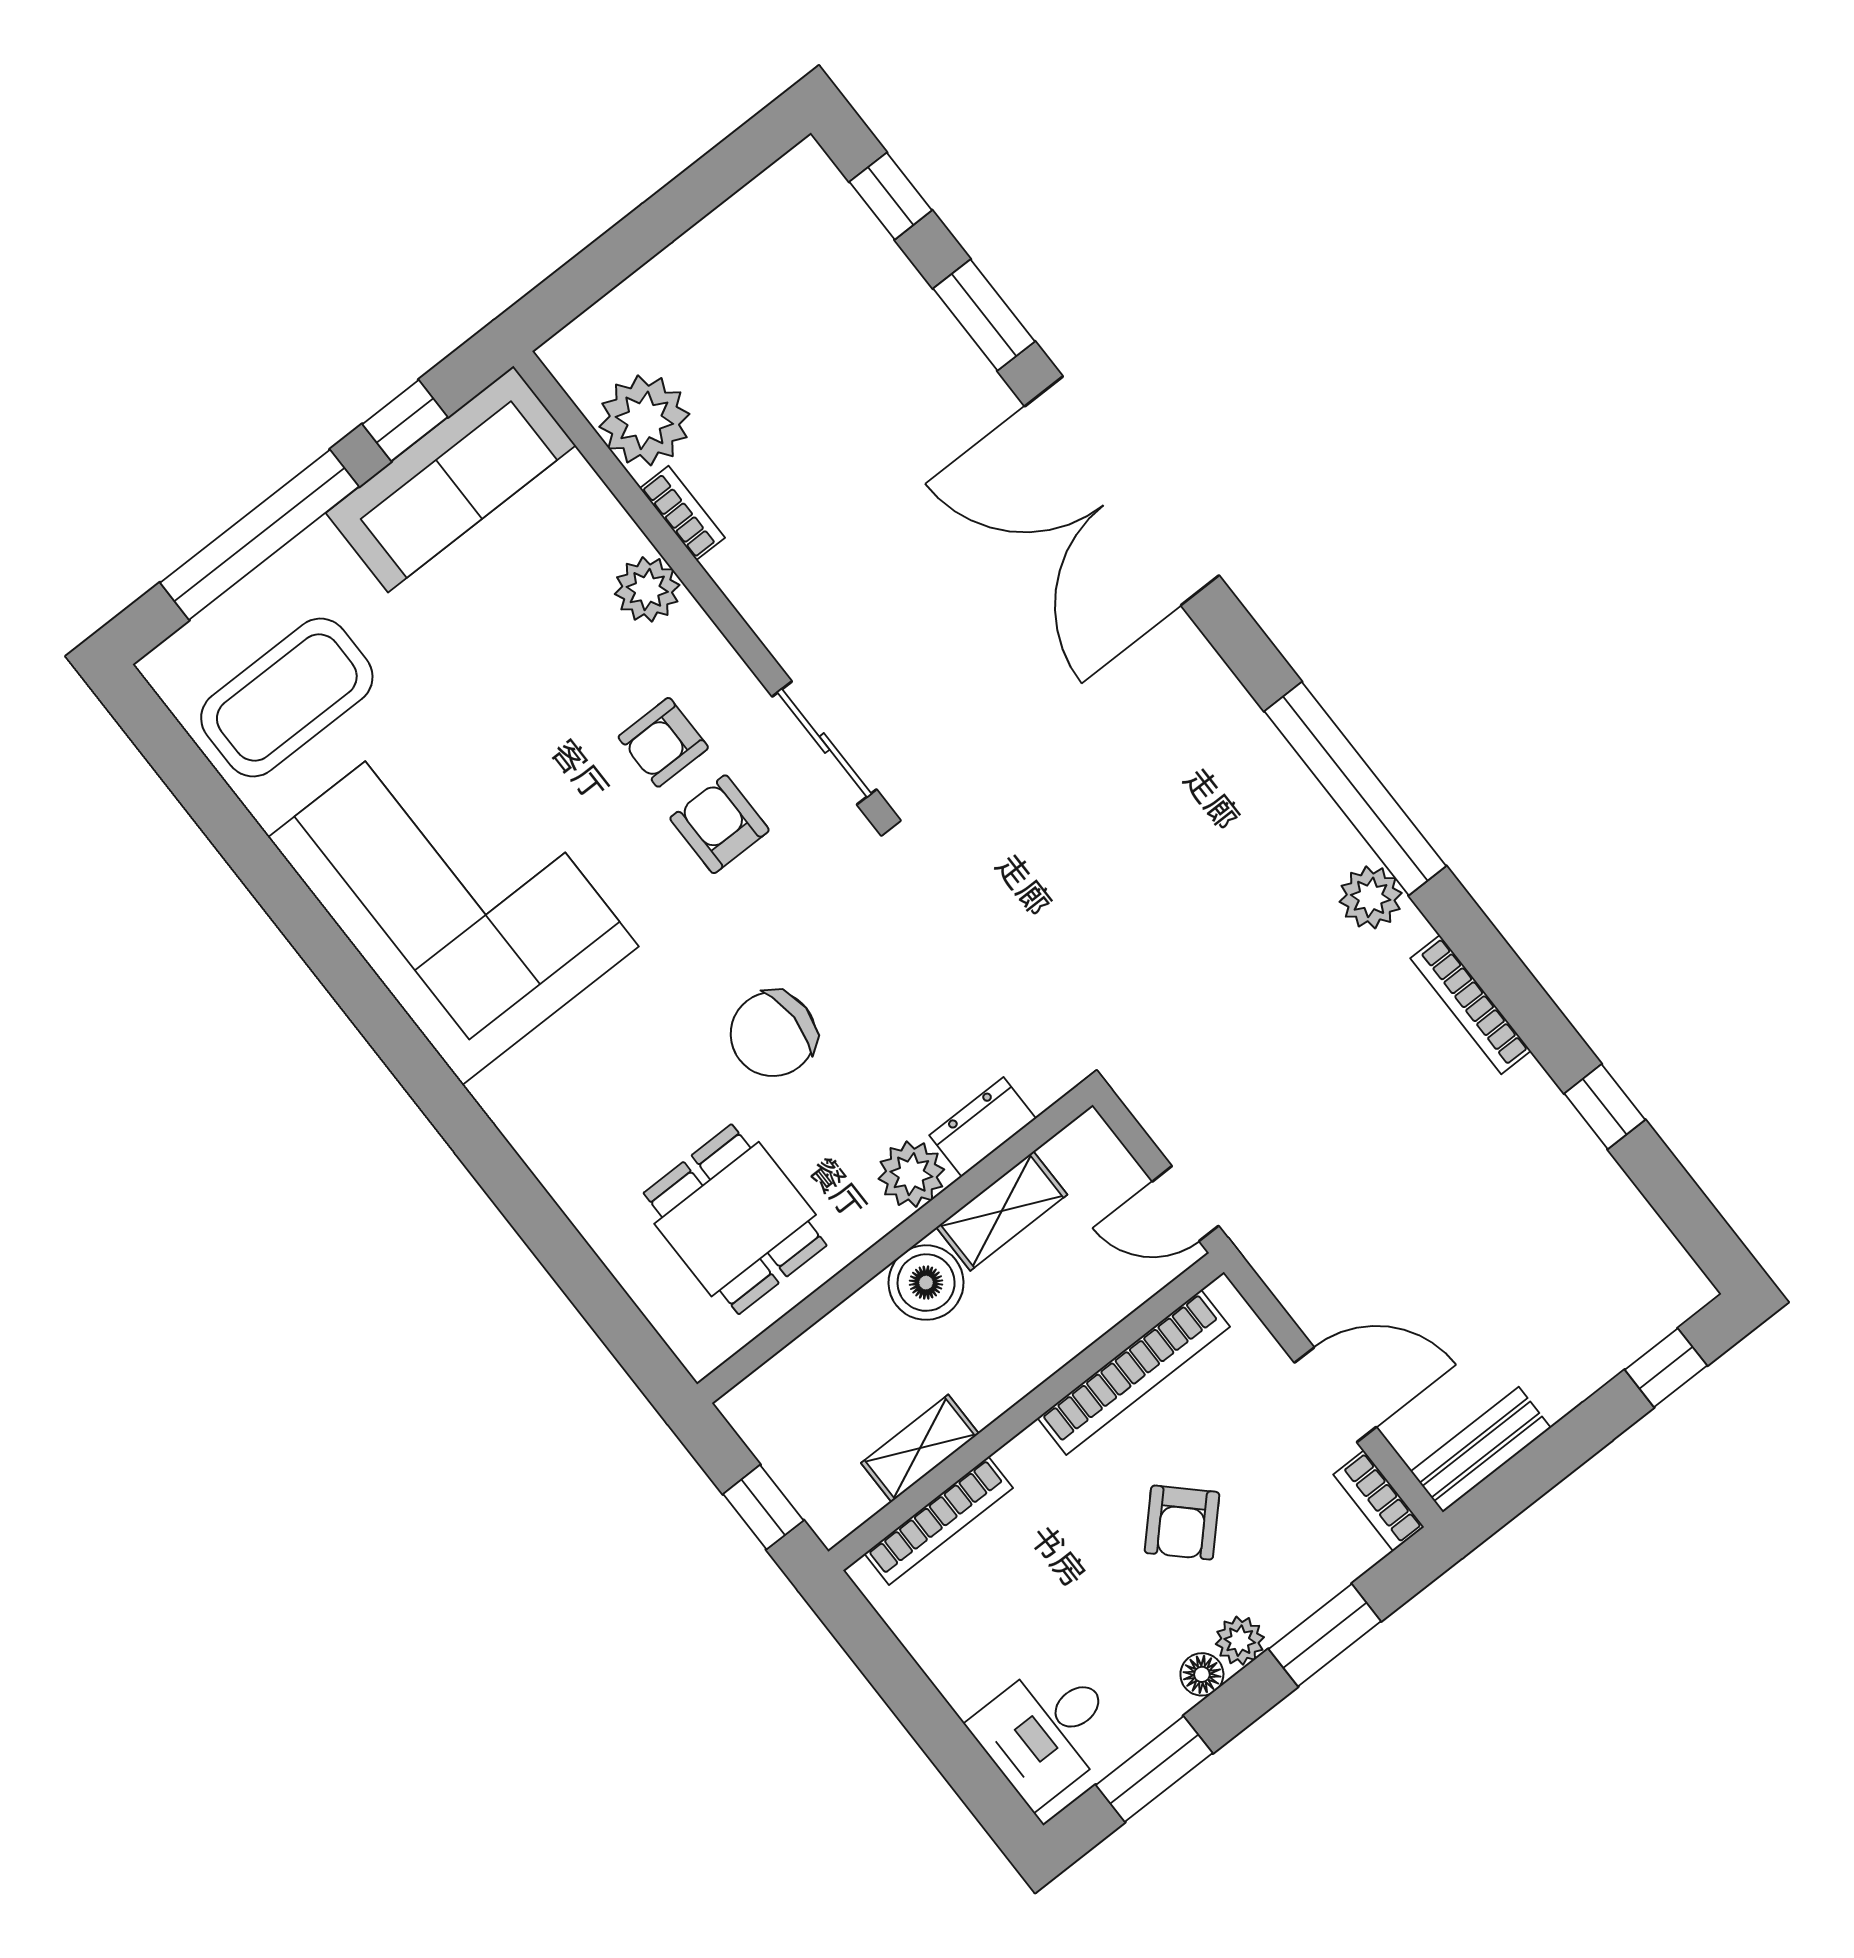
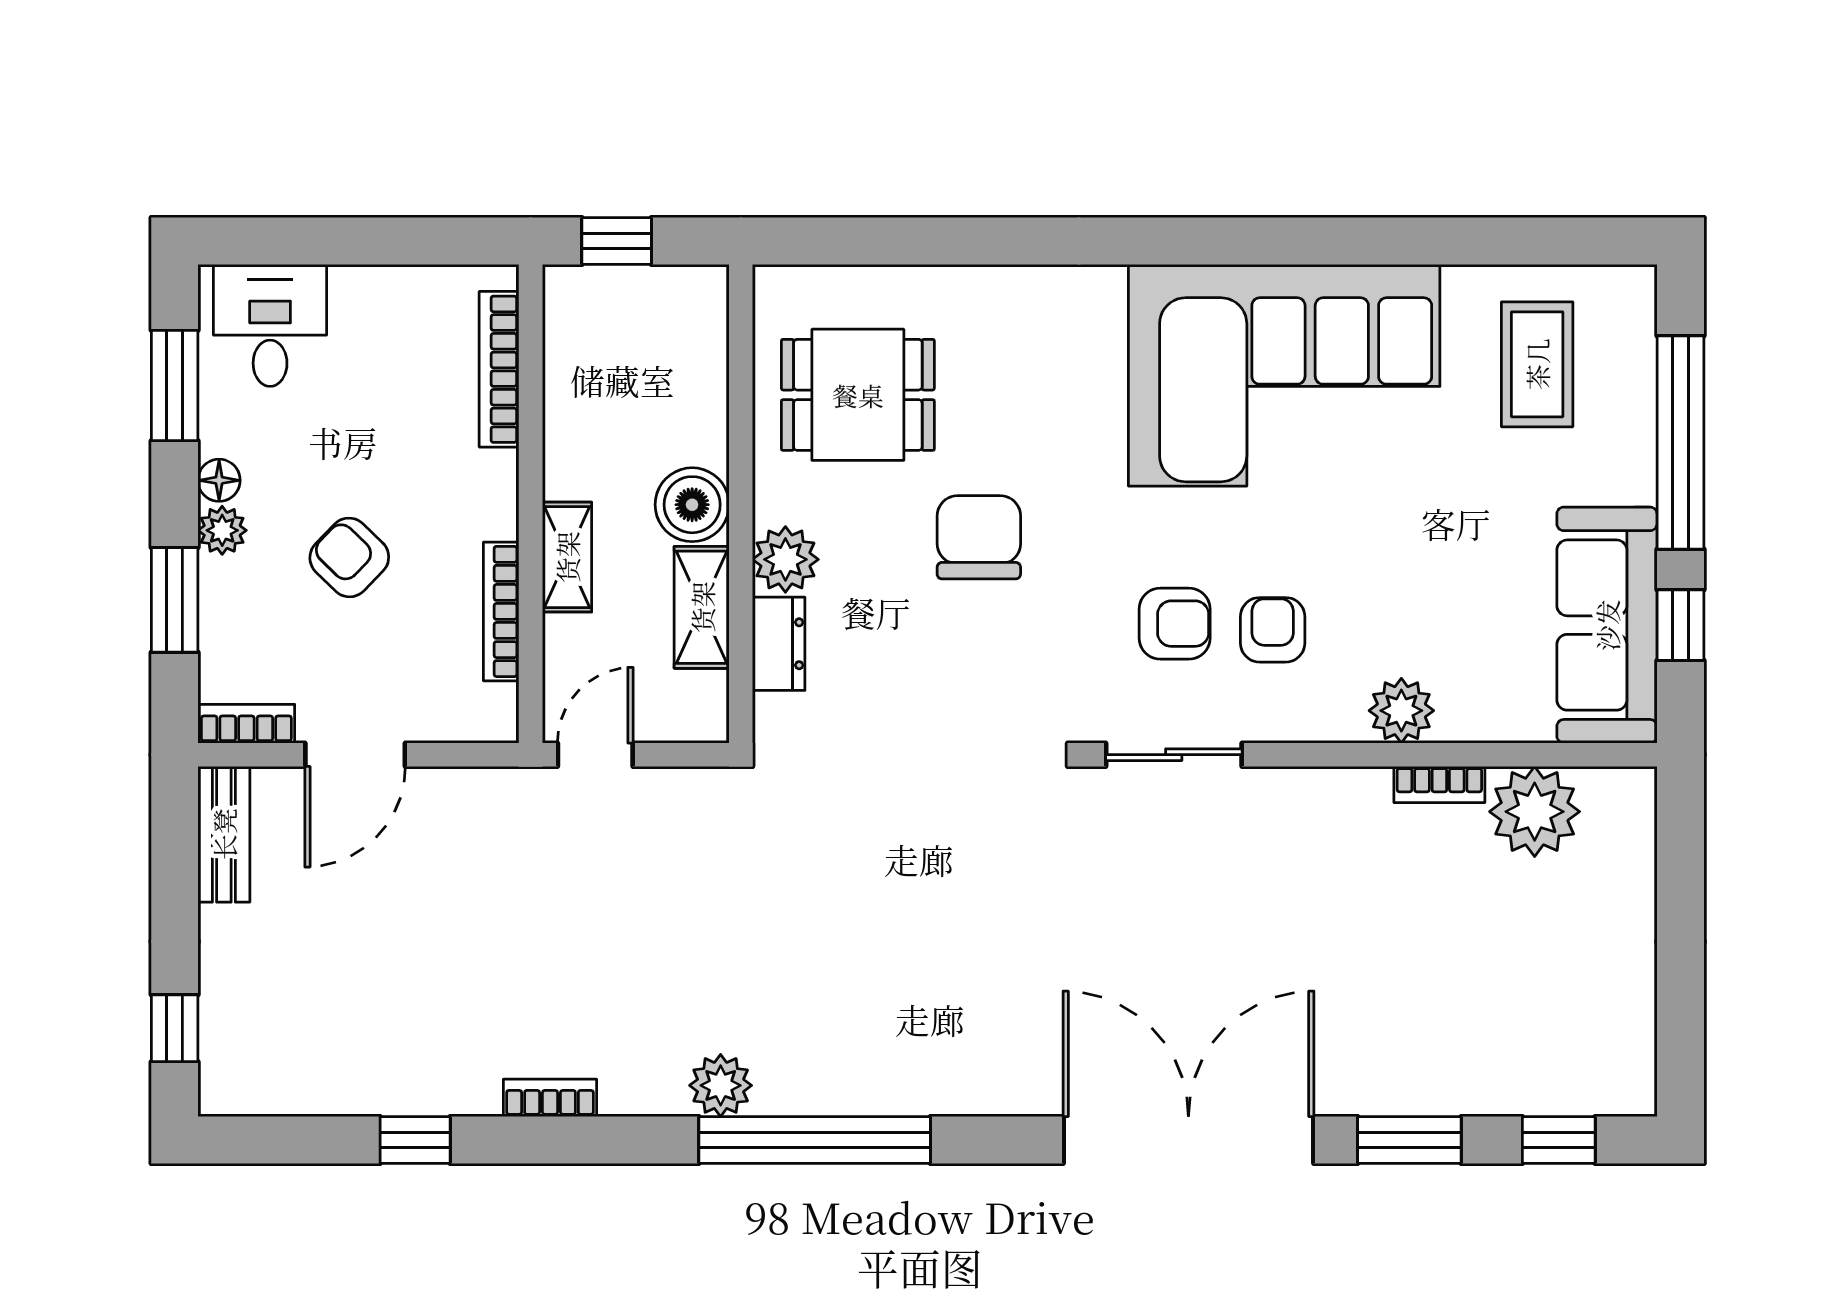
coffee table: (287, 698) -> (1537, 364), width x0.73, depth x0.76
bookcase: (1471, 1005) -> (550, 1098), width x0.64
bookcase: (1134, 1372) -> (501, 611), width x0.68, depth x0.76
shelving: (920, 1448) -> (567, 557), moved

